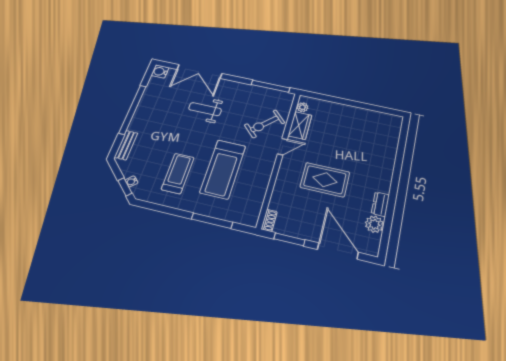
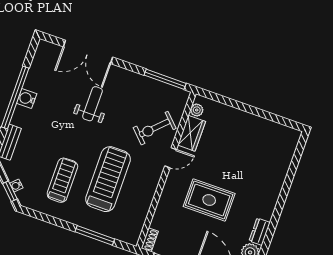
water cooler: (160, 72) -> (27, 98), moved
weight bench: (205, 109) -> (92, 104), turned 90
treadmill: (223, 169) -> (108, 179), turned 180

